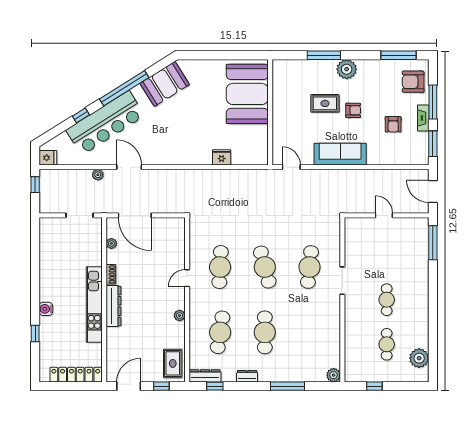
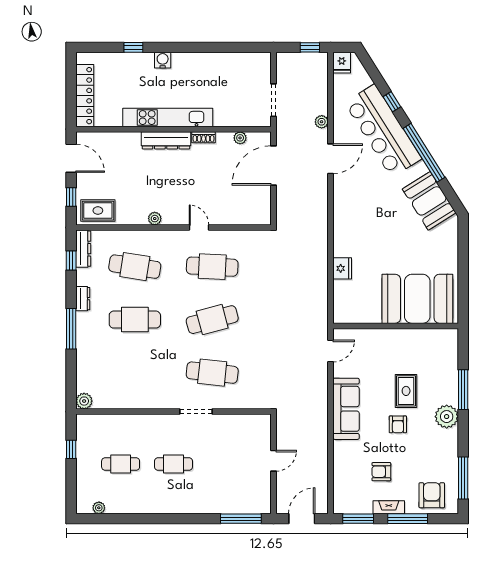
plant: (419, 358) -> (99, 508), width x0.53, depth x0.53
window: (287, 386) -> (71, 329), moved

